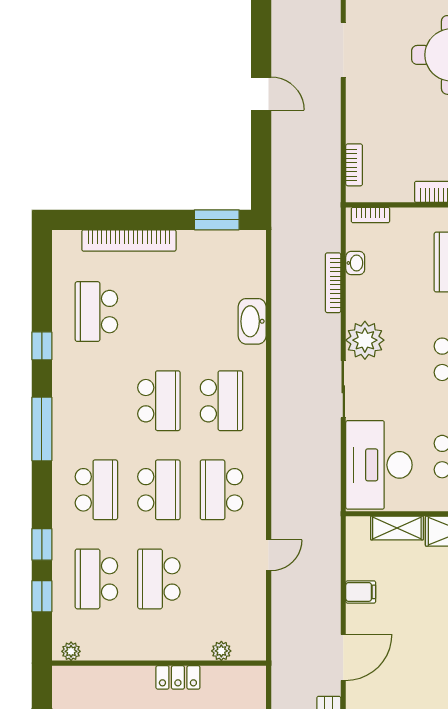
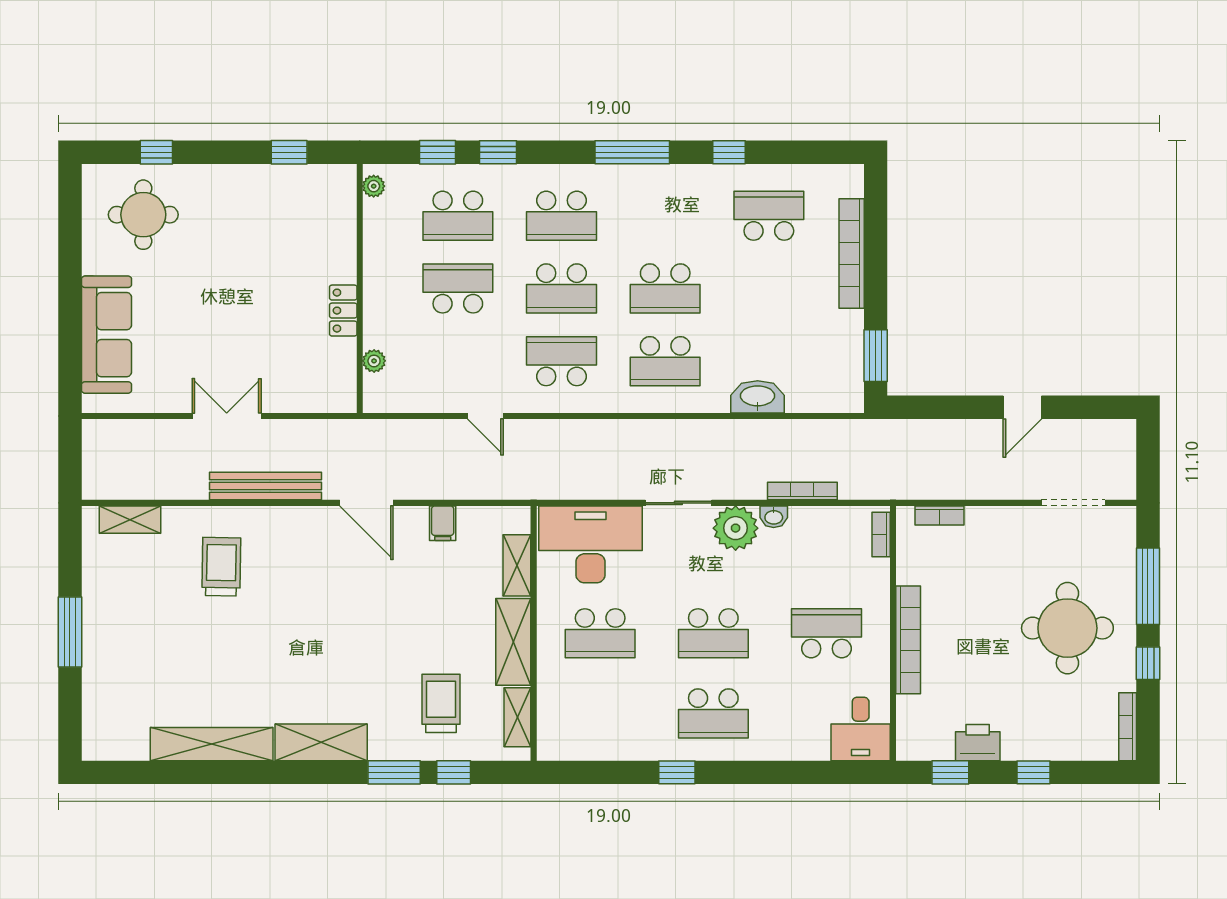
washbasin: (355, 263) -> (774, 517), moved
school desk: (96, 579) -> (458, 216), turned 180

